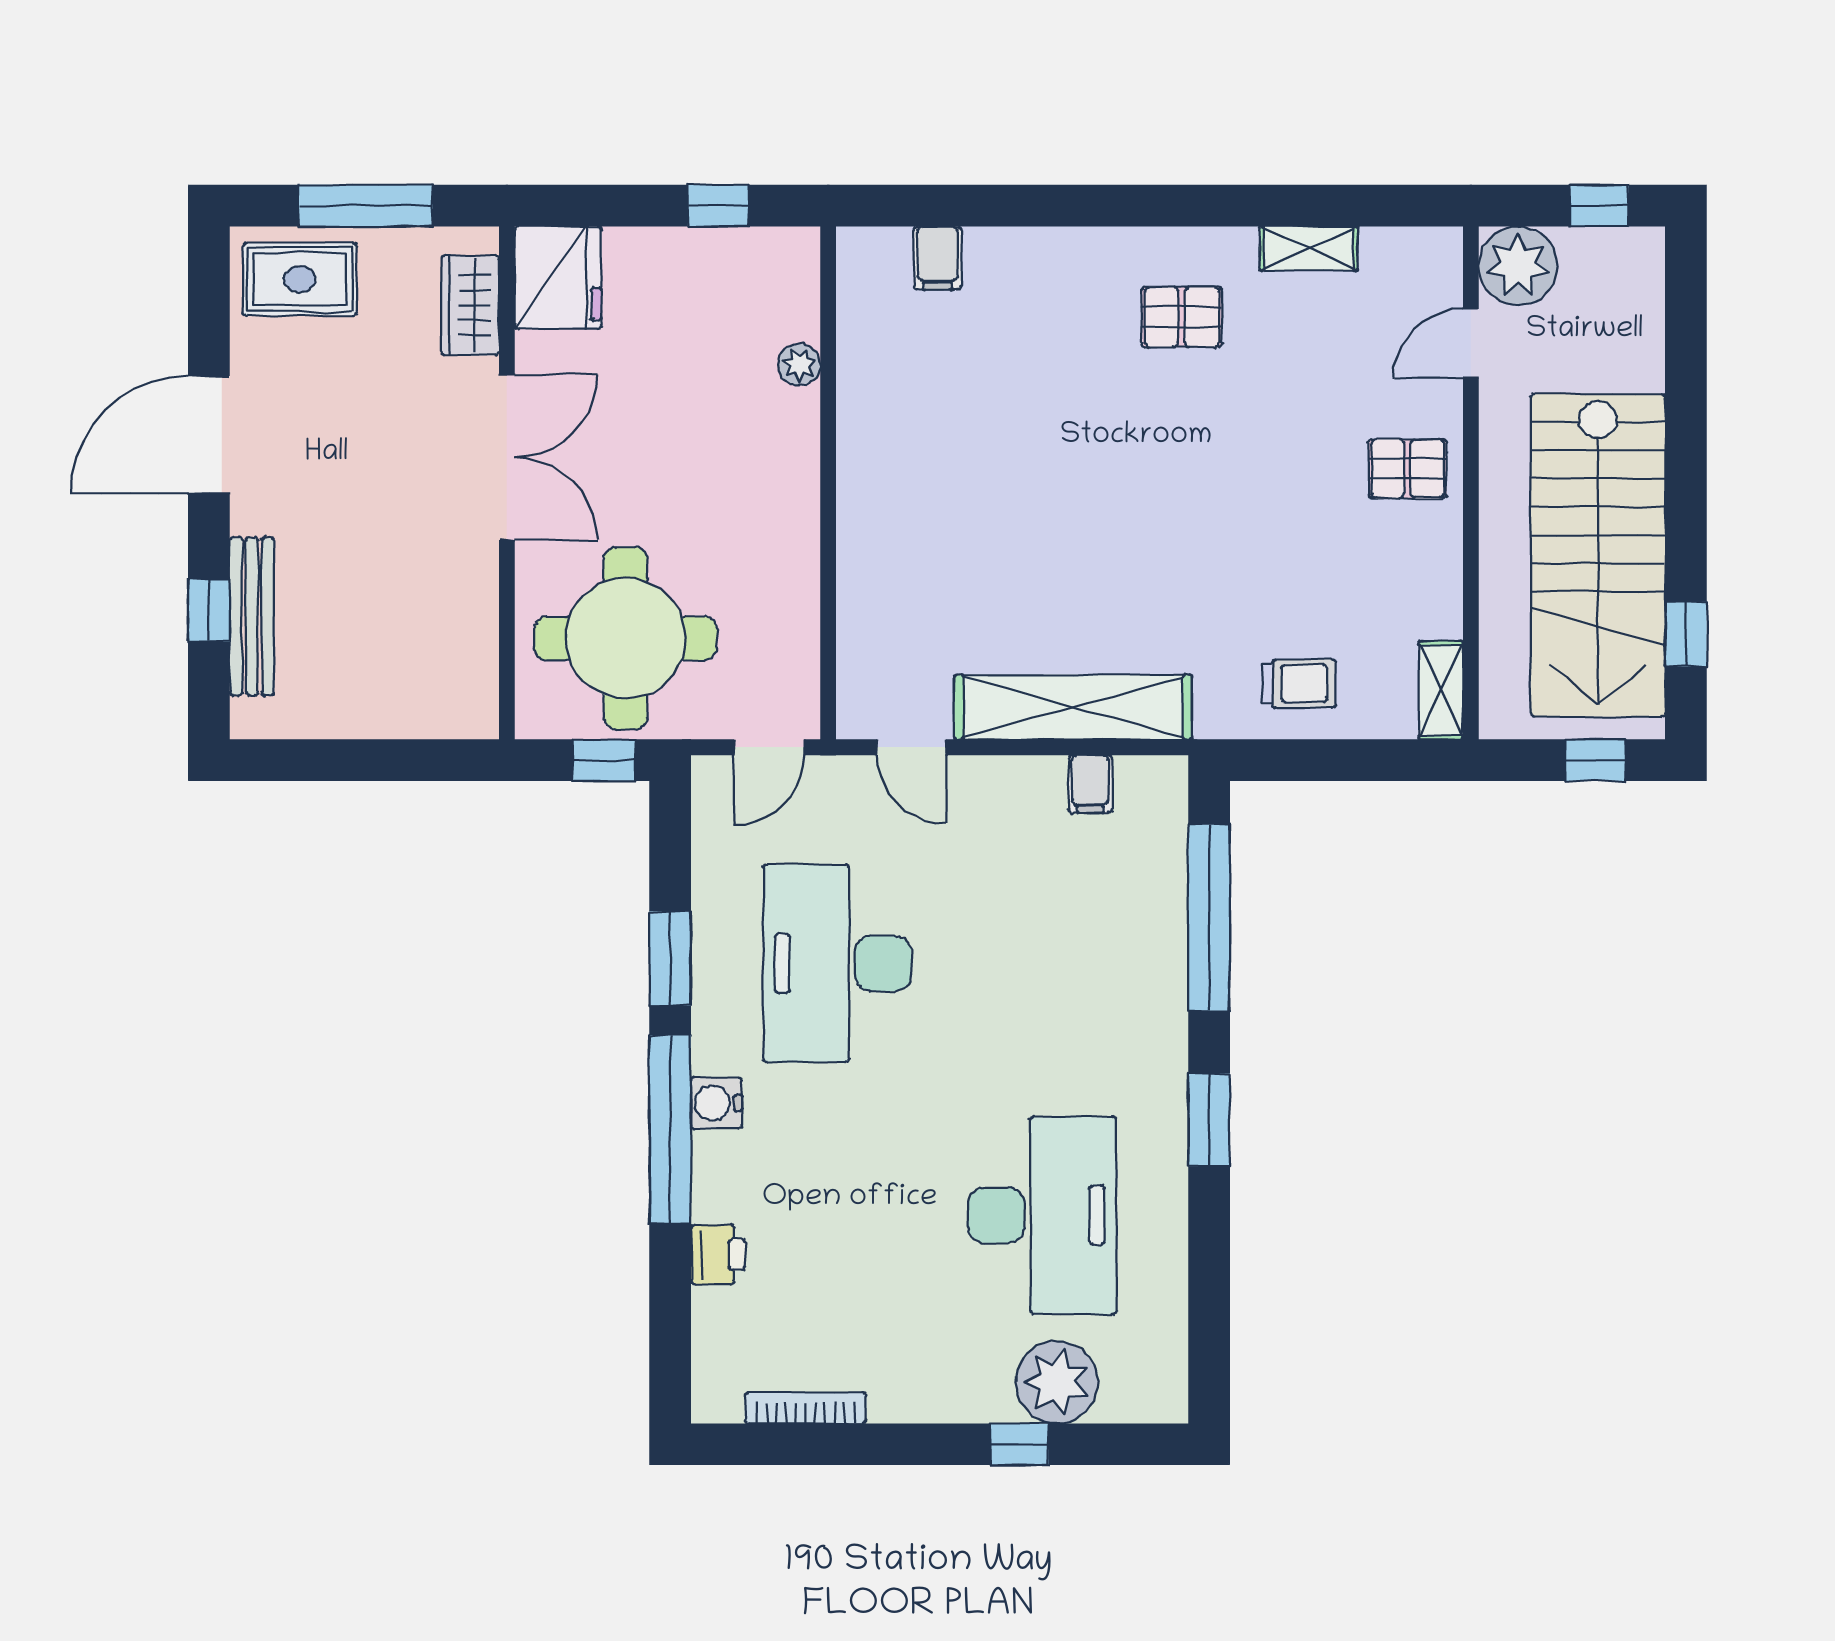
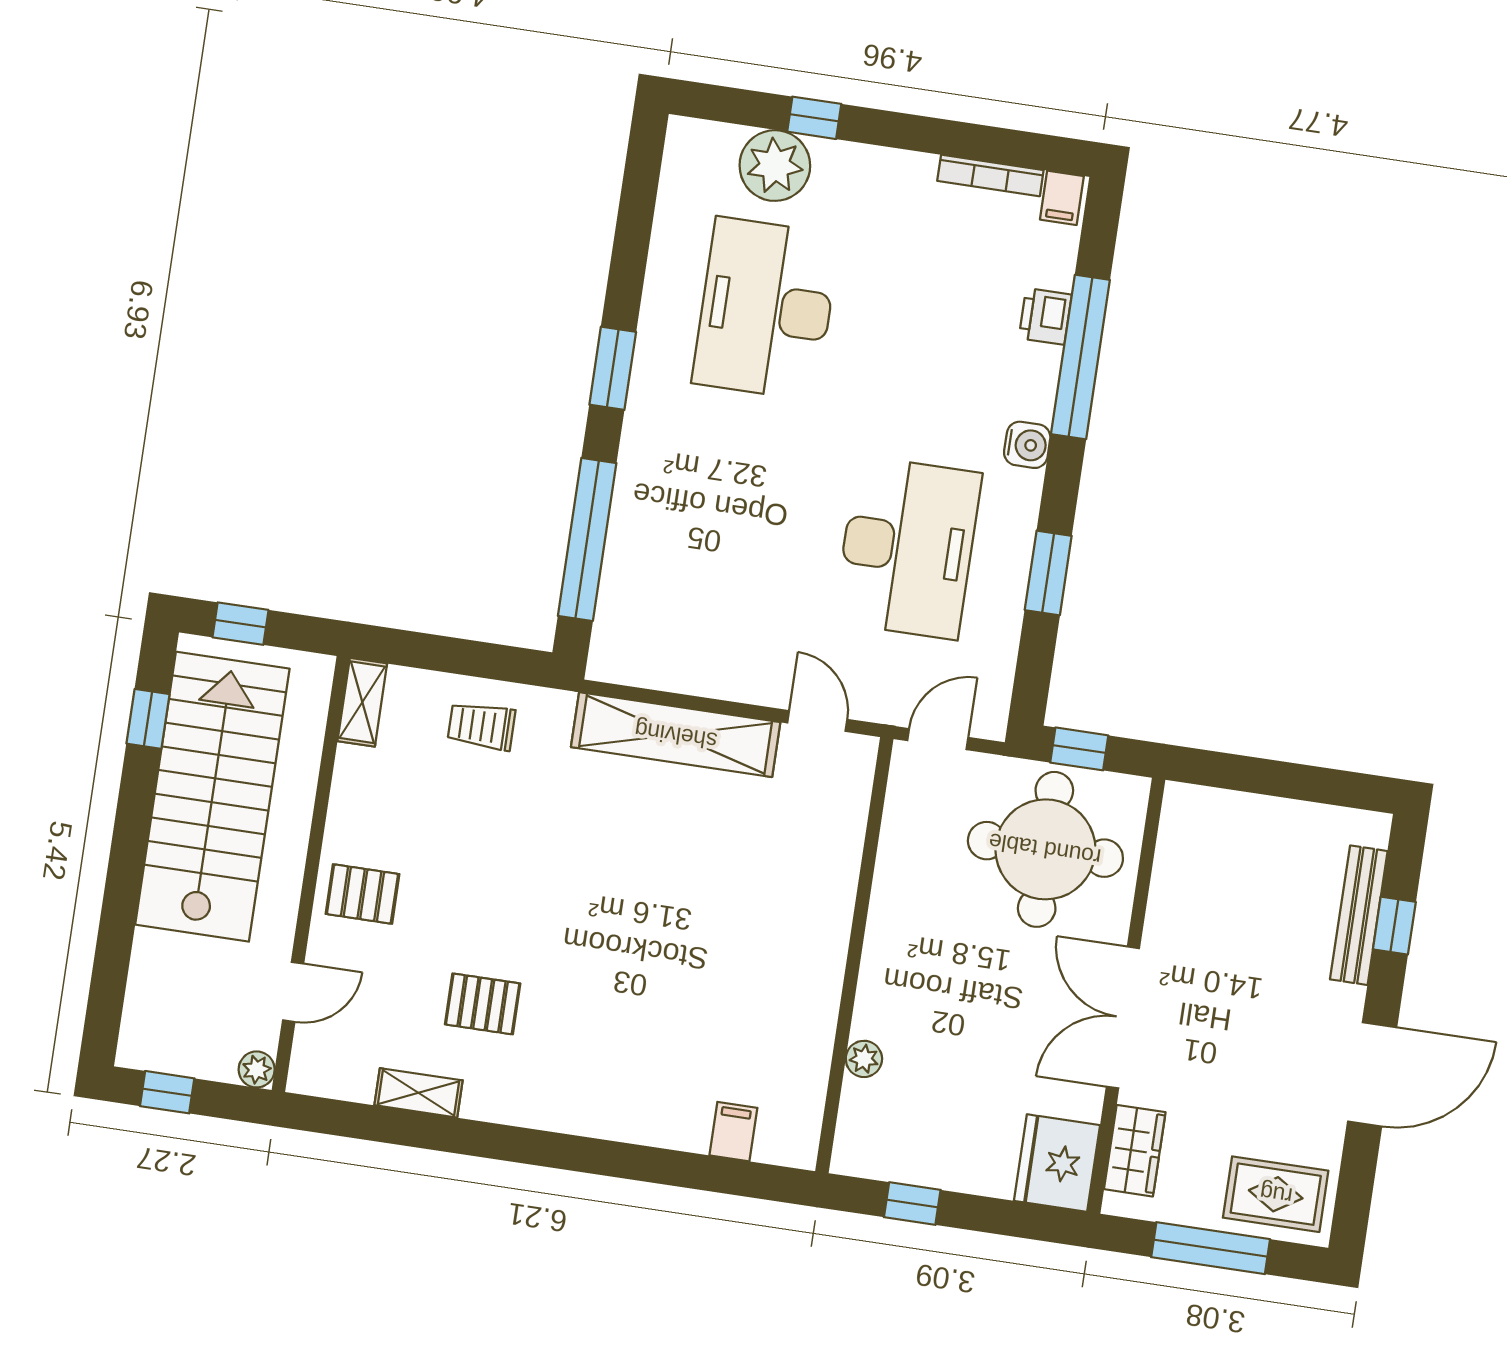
plant: (1518, 266) -> (257, 1069), width x0.53, depth x0.53
pallet: (1182, 317) -> (483, 1004), moved
filing cabinet: (1090, 784) -> (1062, 198), moved, turned 180
window: (670, 1129) -> (1080, 357), moved

